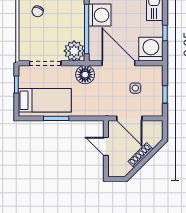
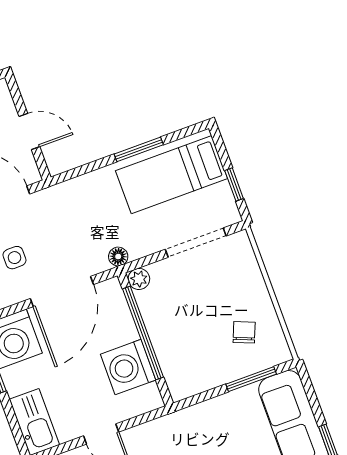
plant: (74, 51) -> (139, 279), width x0.53, depth x0.53
door: (118, 63) -> (62, 292), hinge flipped
floor lamp: (85, 75) -> (118, 257), width x0.53, depth x0.53

